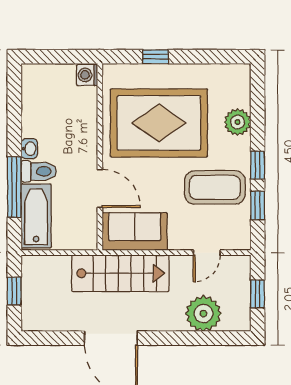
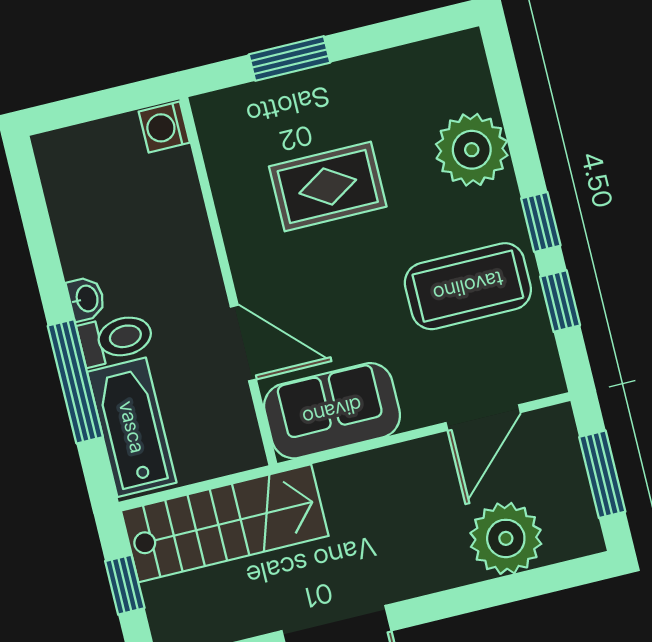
window: (156, 57) -> (289, 58), width x1.50
plant: (238, 122) -> (472, 150), width x1.36, depth x1.36
rug: (159, 123) -> (328, 187), width x0.54, depth x0.49
door: (207, 253) -> (483, 418), width x1.37
stairs: (120, 273) -> (225, 523), moved
window: (258, 294) -> (602, 474), width x1.50

